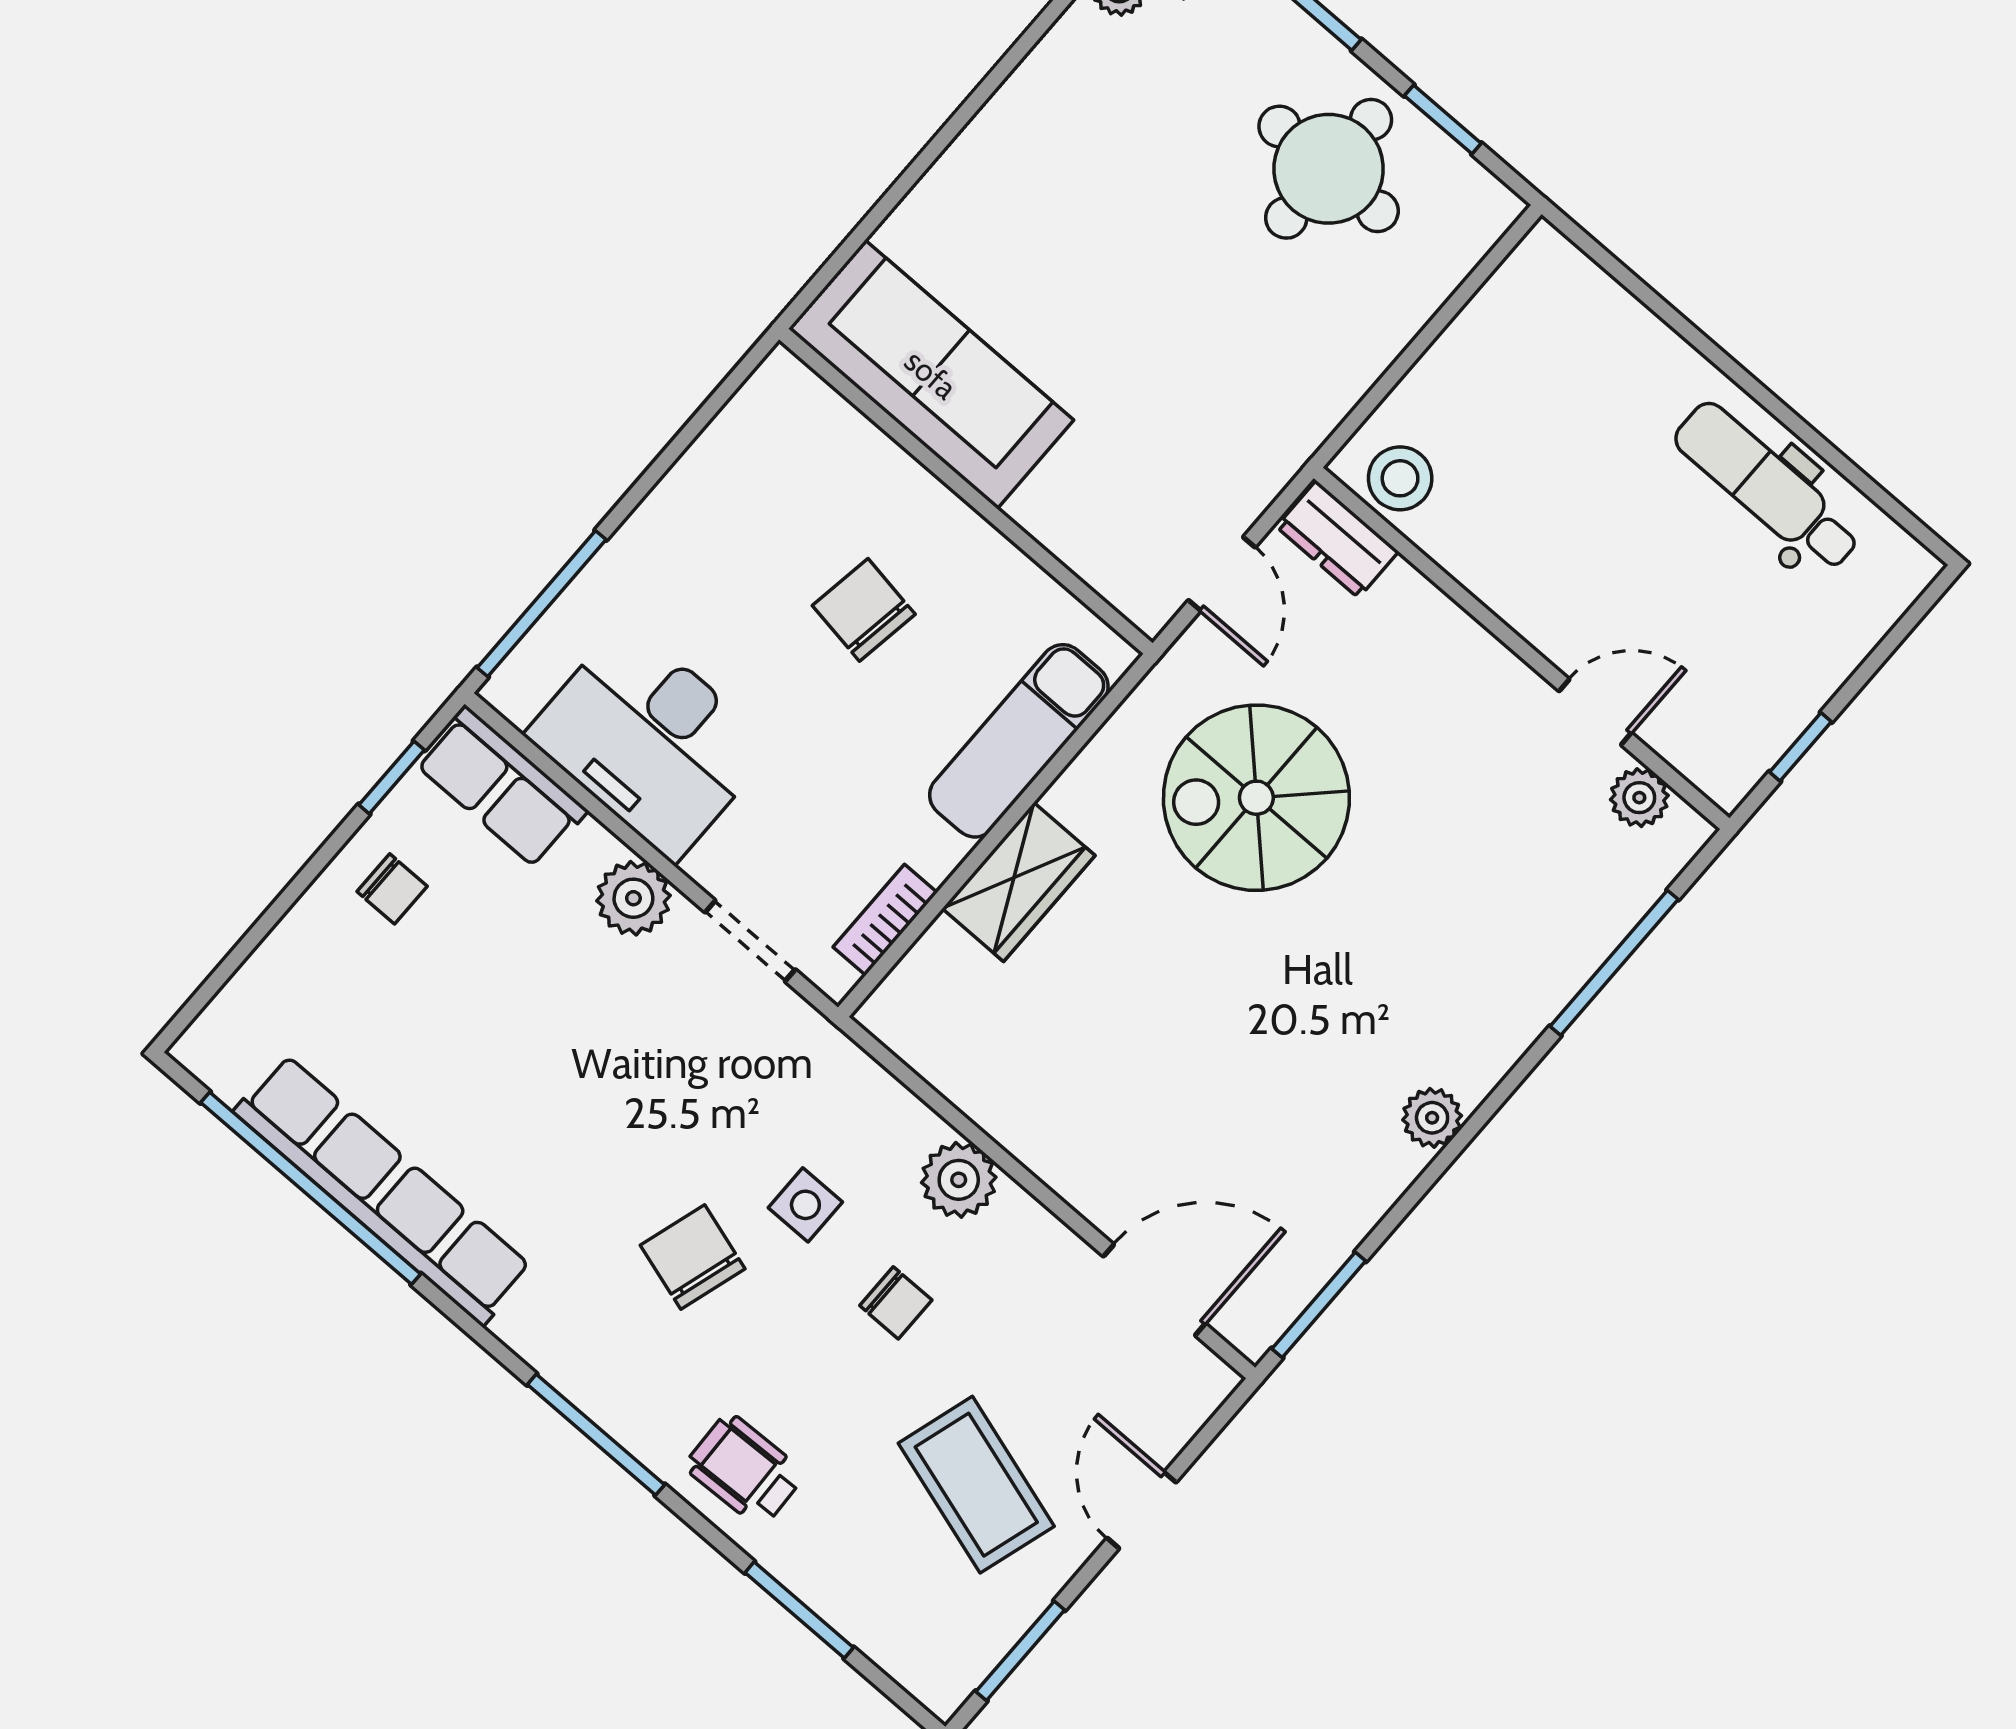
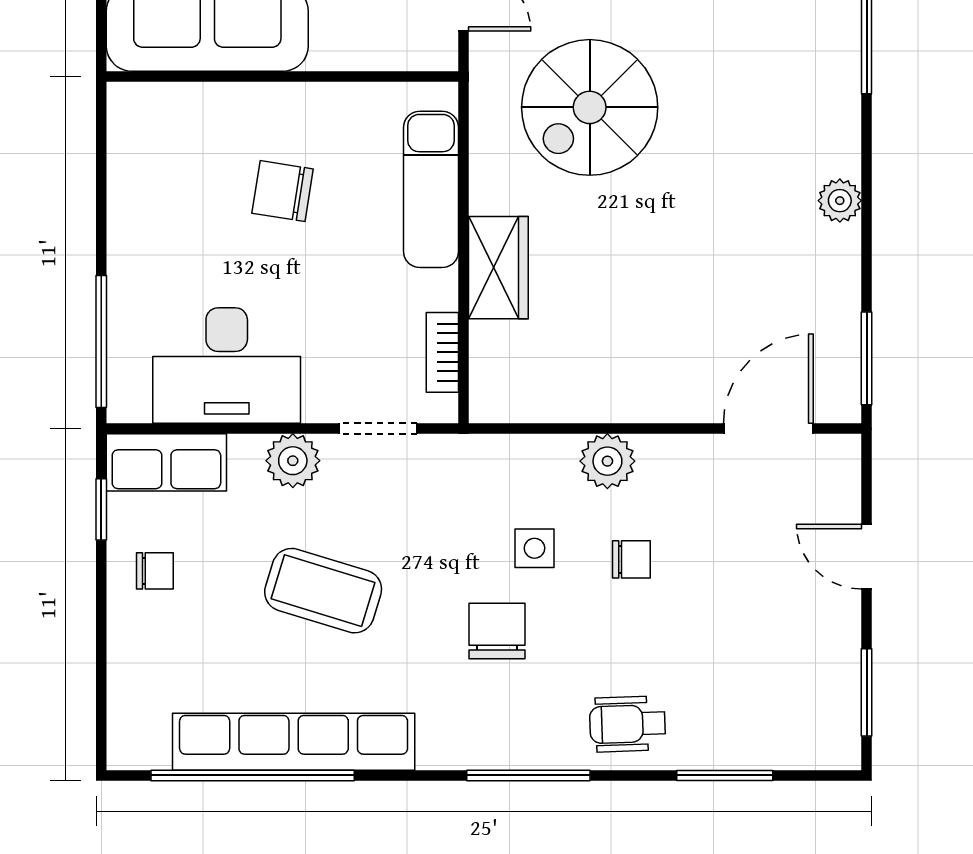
chair: (693, 1257) -> (497, 631), turned 73
coffee table: (976, 1485) -> (323, 591), moved

